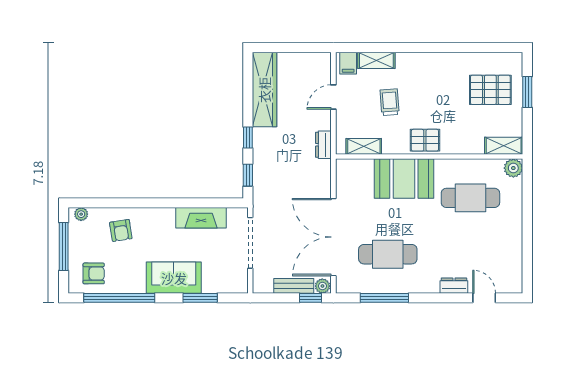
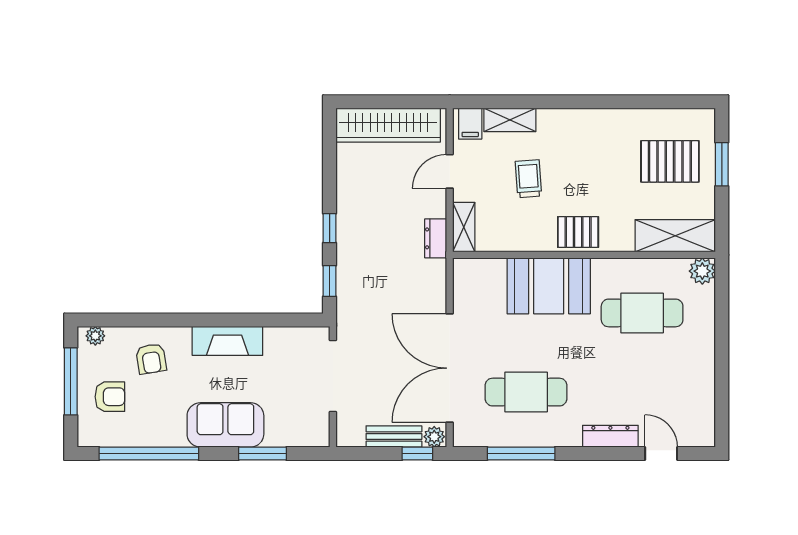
wardrobe: (264, 90) -> (388, 125), moved, turned 90
shelving: (364, 146) -> (464, 227), moved, turned 90
shelving: (504, 146) -> (675, 236), width x1.50, depth x1.33
fireplace: (201, 218) -> (227, 341), moved
armchair: (94, 273) -> (110, 397), moved
dresser: (454, 286) -> (610, 436), width x1.44

